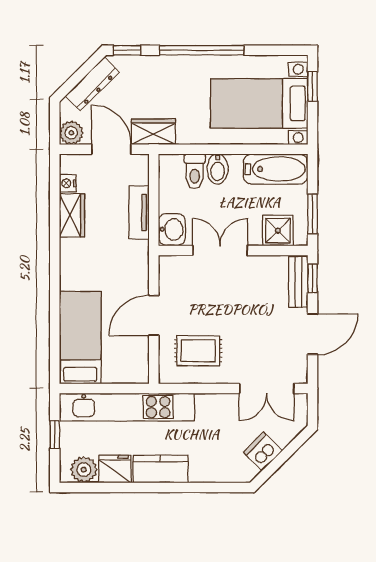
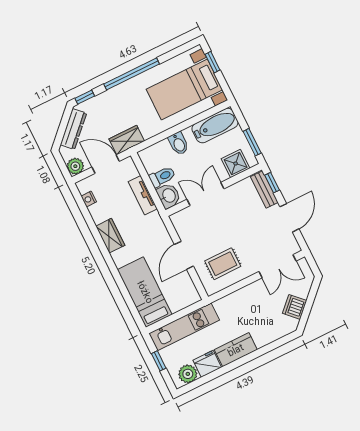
toilet: (195, 171) -> (162, 177), moved, turned -90
wardrobe: (72, 215) -> (110, 236), moved
kitchen unit: (127, 407) -> (184, 327), width x0.73

